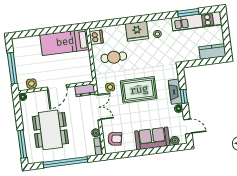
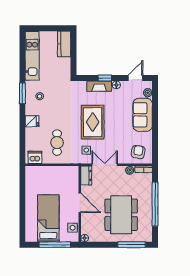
window: (188, 13) -> (22, 93), moved
fridge: (137, 31) -> (32, 121), width x0.53, depth x0.75
bed: (65, 42) -> (48, 218), moved, turned 180
dining table: (50, 130) -> (121, 215), turned 90

